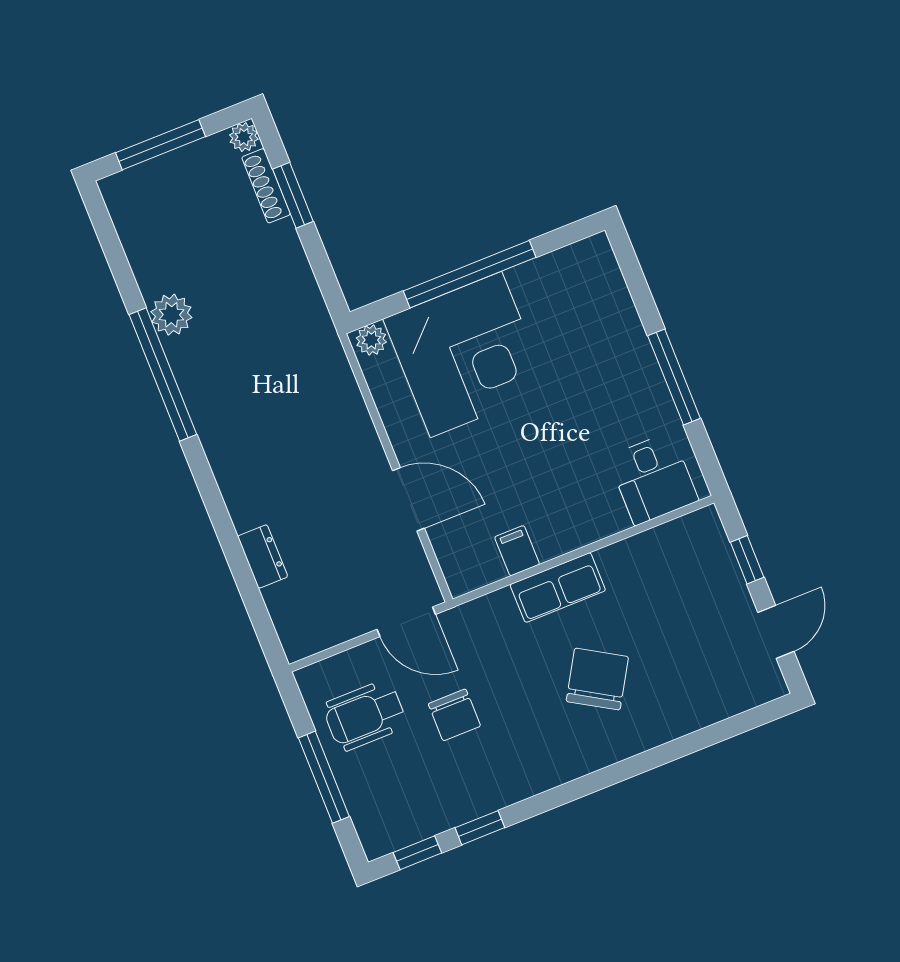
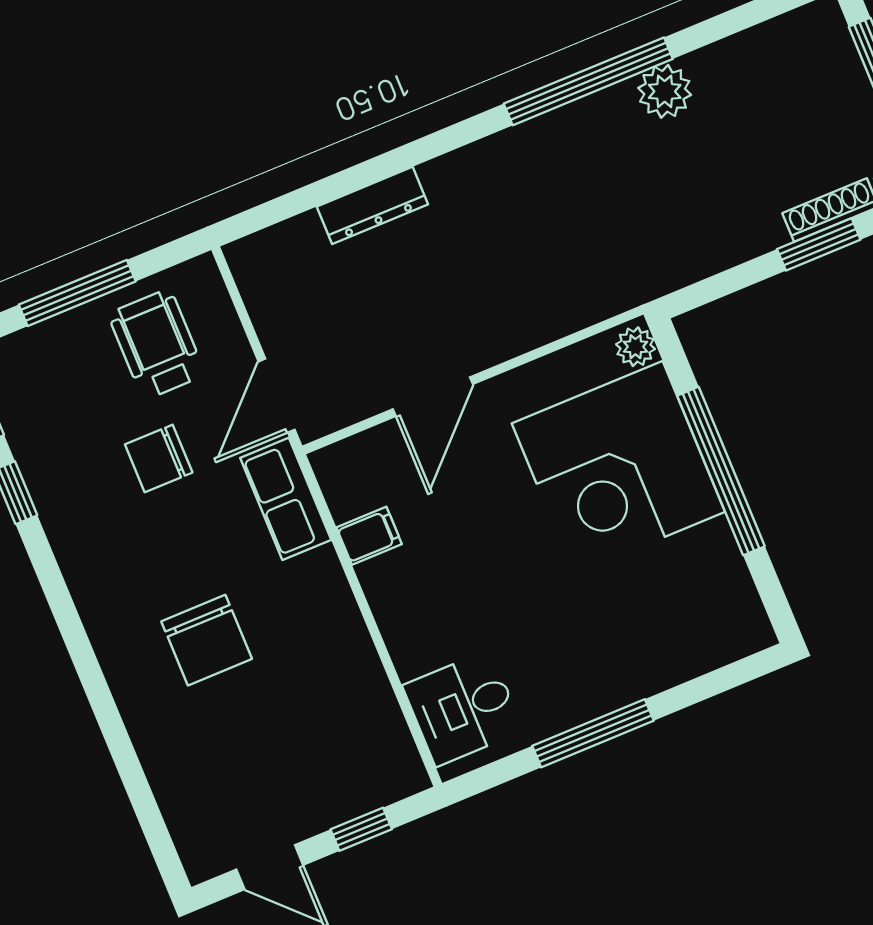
dresser: (263, 556) -> (372, 205), width x1.44
row of seats: (558, 588) -> (286, 499), moved
chair: (597, 679) -> (207, 640), turned 59

